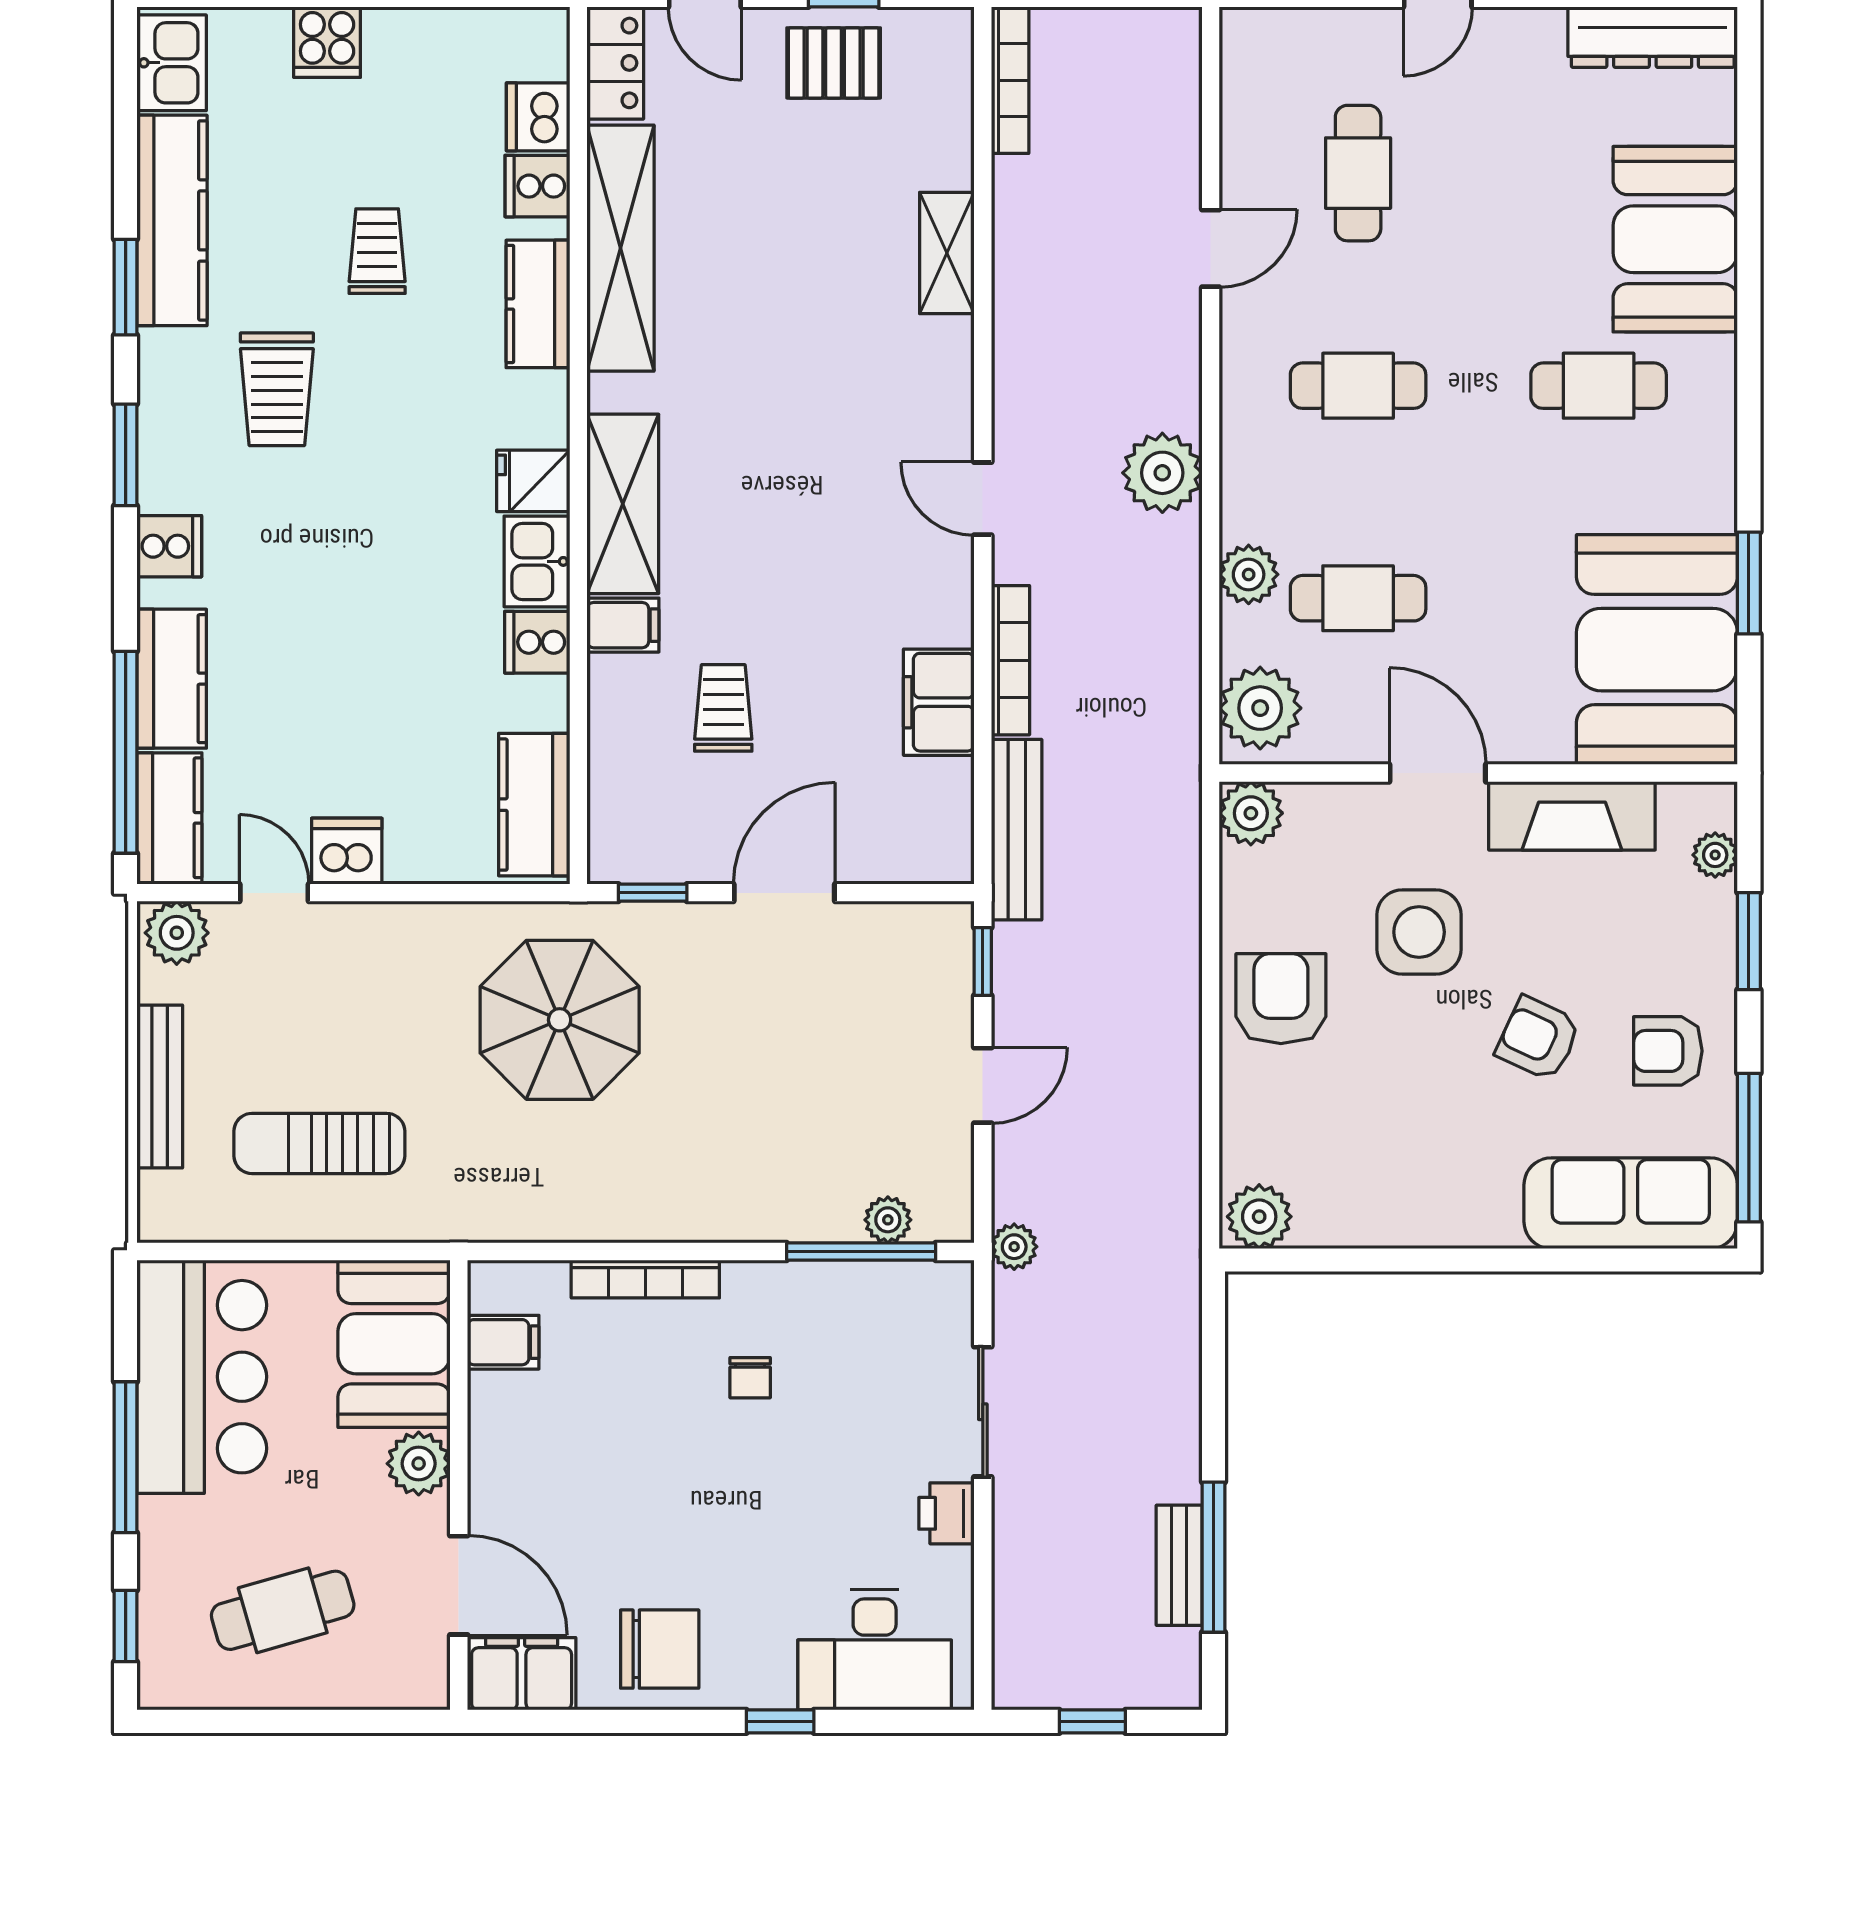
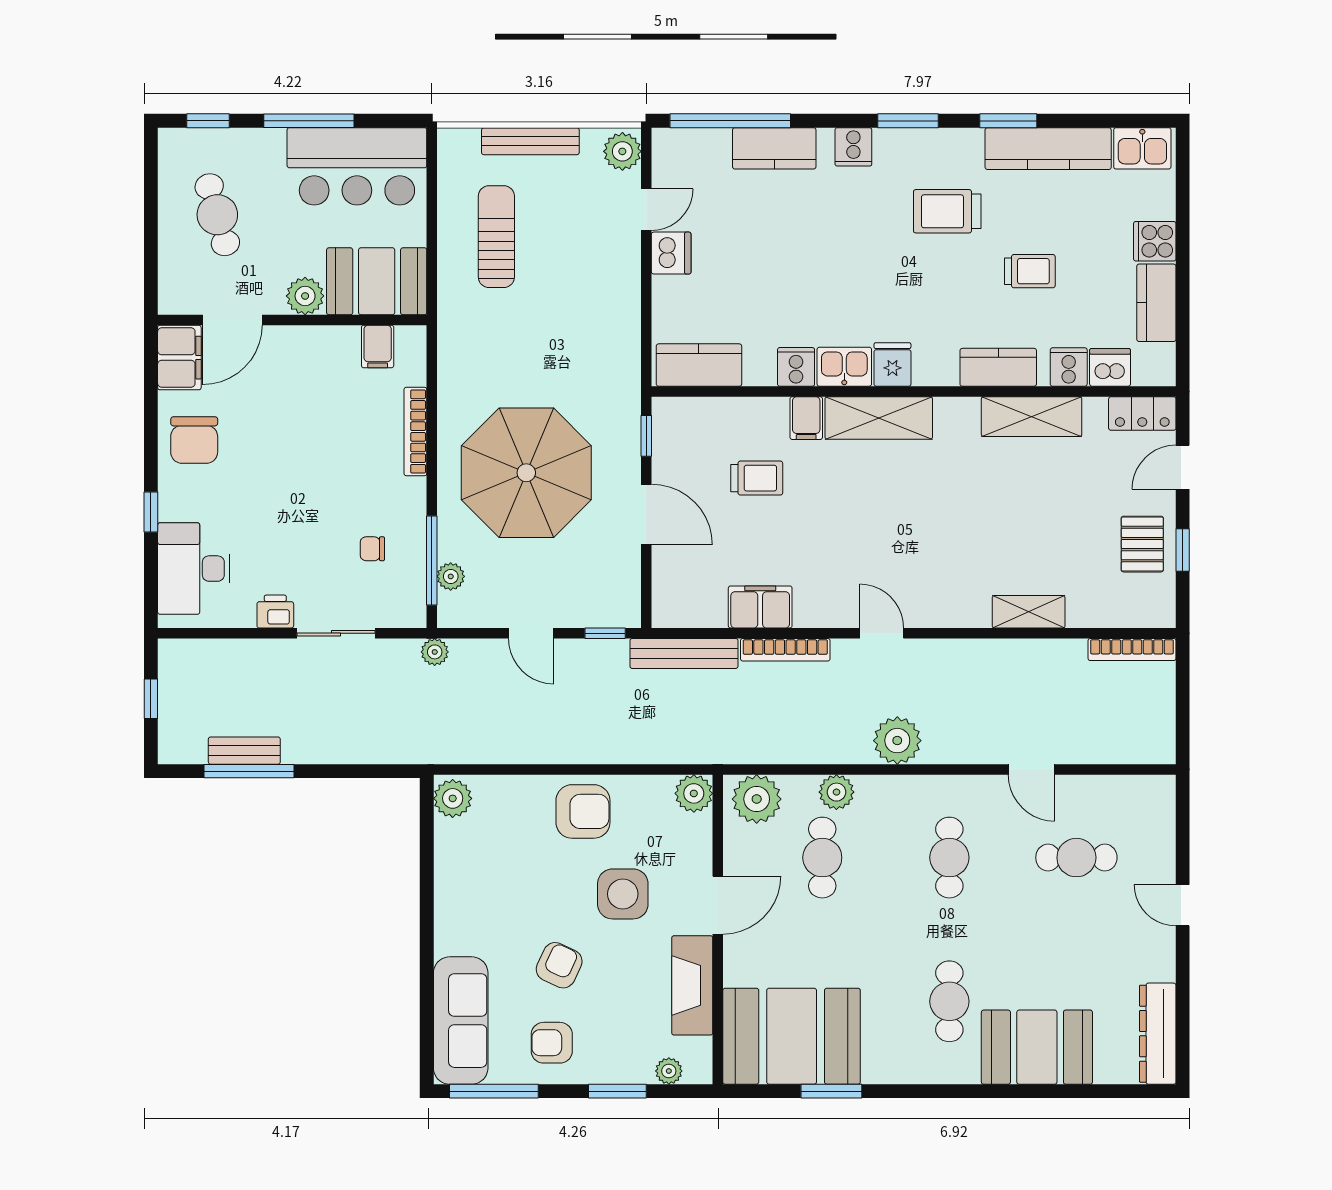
shelving: (620, 248) -> (1032, 417), width x0.68
door: (983, 499) -> (882, 633), hinge flipped
kitchen counter: (169, 818) -> (1156, 303), moved, turned 90
parasol: (560, 1020) -> (526, 473), moved, width x1.36, depth x1.36
armchair: (1668, 1051) -> (552, 1043), turned -90
chair: (750, 1378) -> (372, 549), moved

